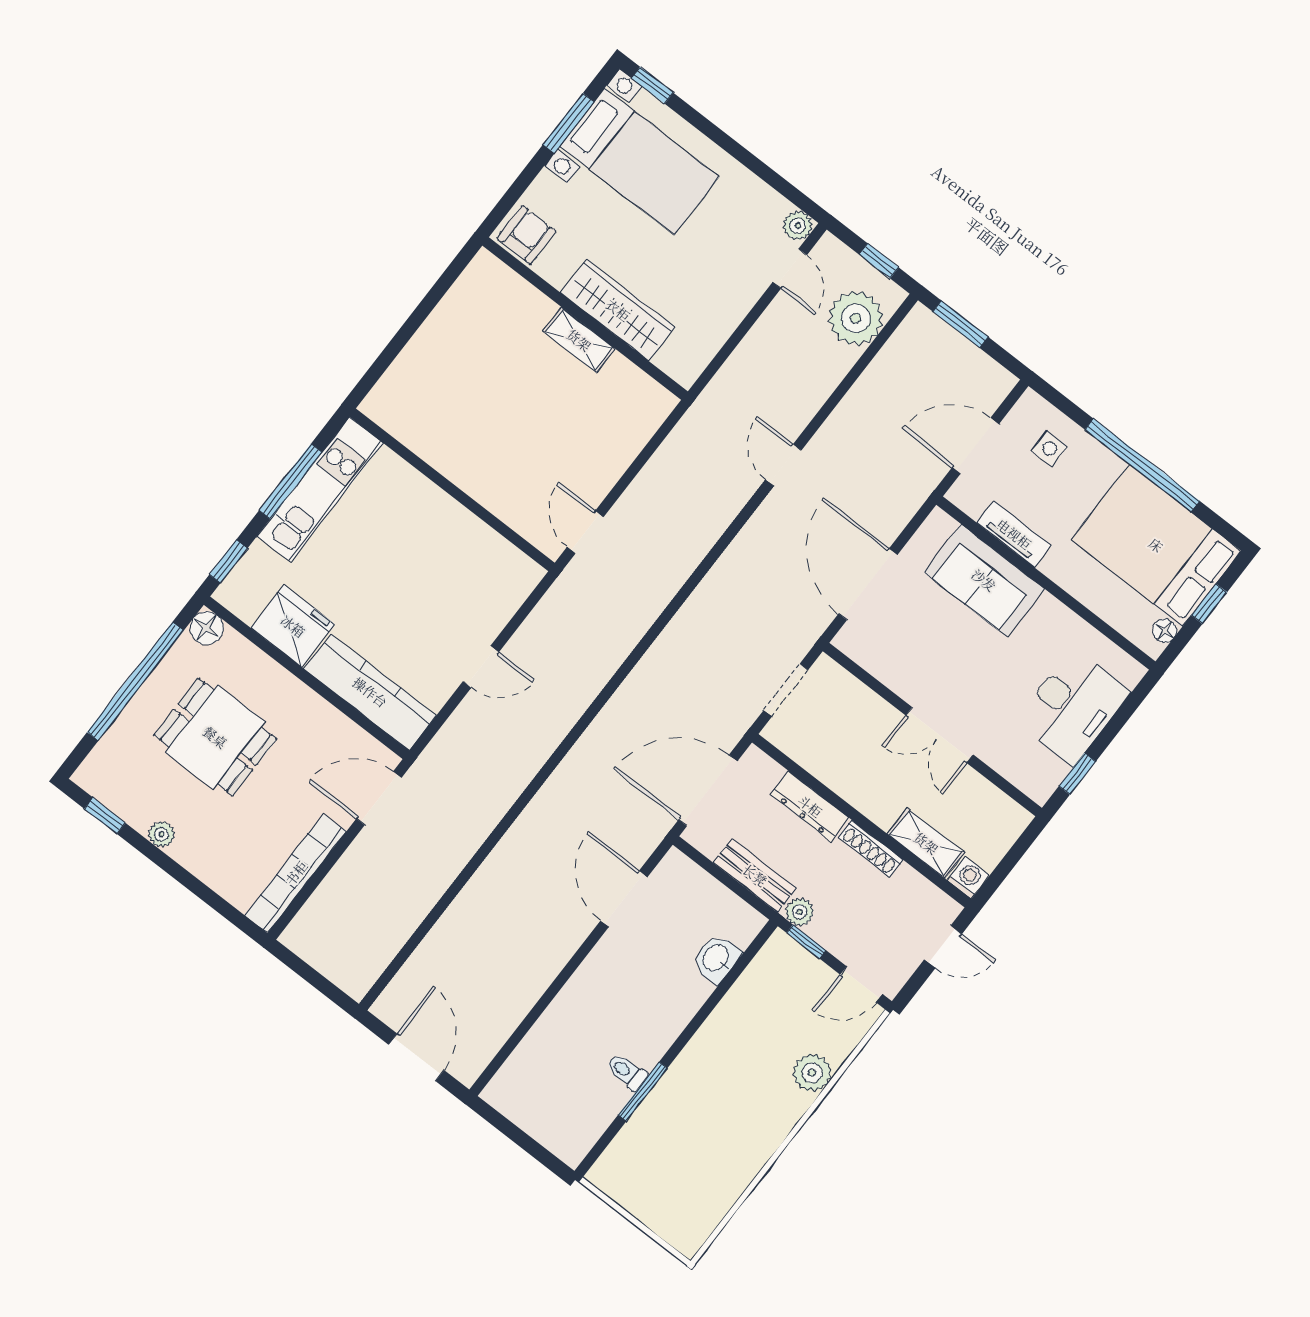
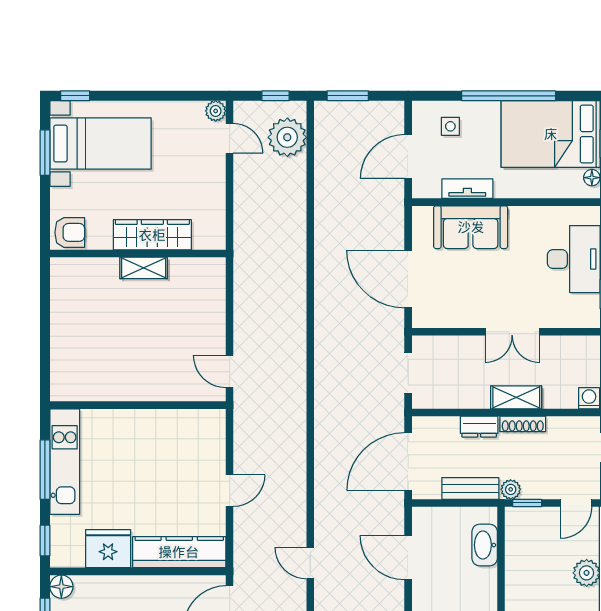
armchair: (527, 235) -> (70, 232), turned 90
door: (783, 465) -> (310, 563), moved
dresser: (810, 806) -> (479, 427), width x0.70
shelving: (926, 843) -> (516, 397), moved
washbasin: (716, 958) -> (485, 545), width x1.38

